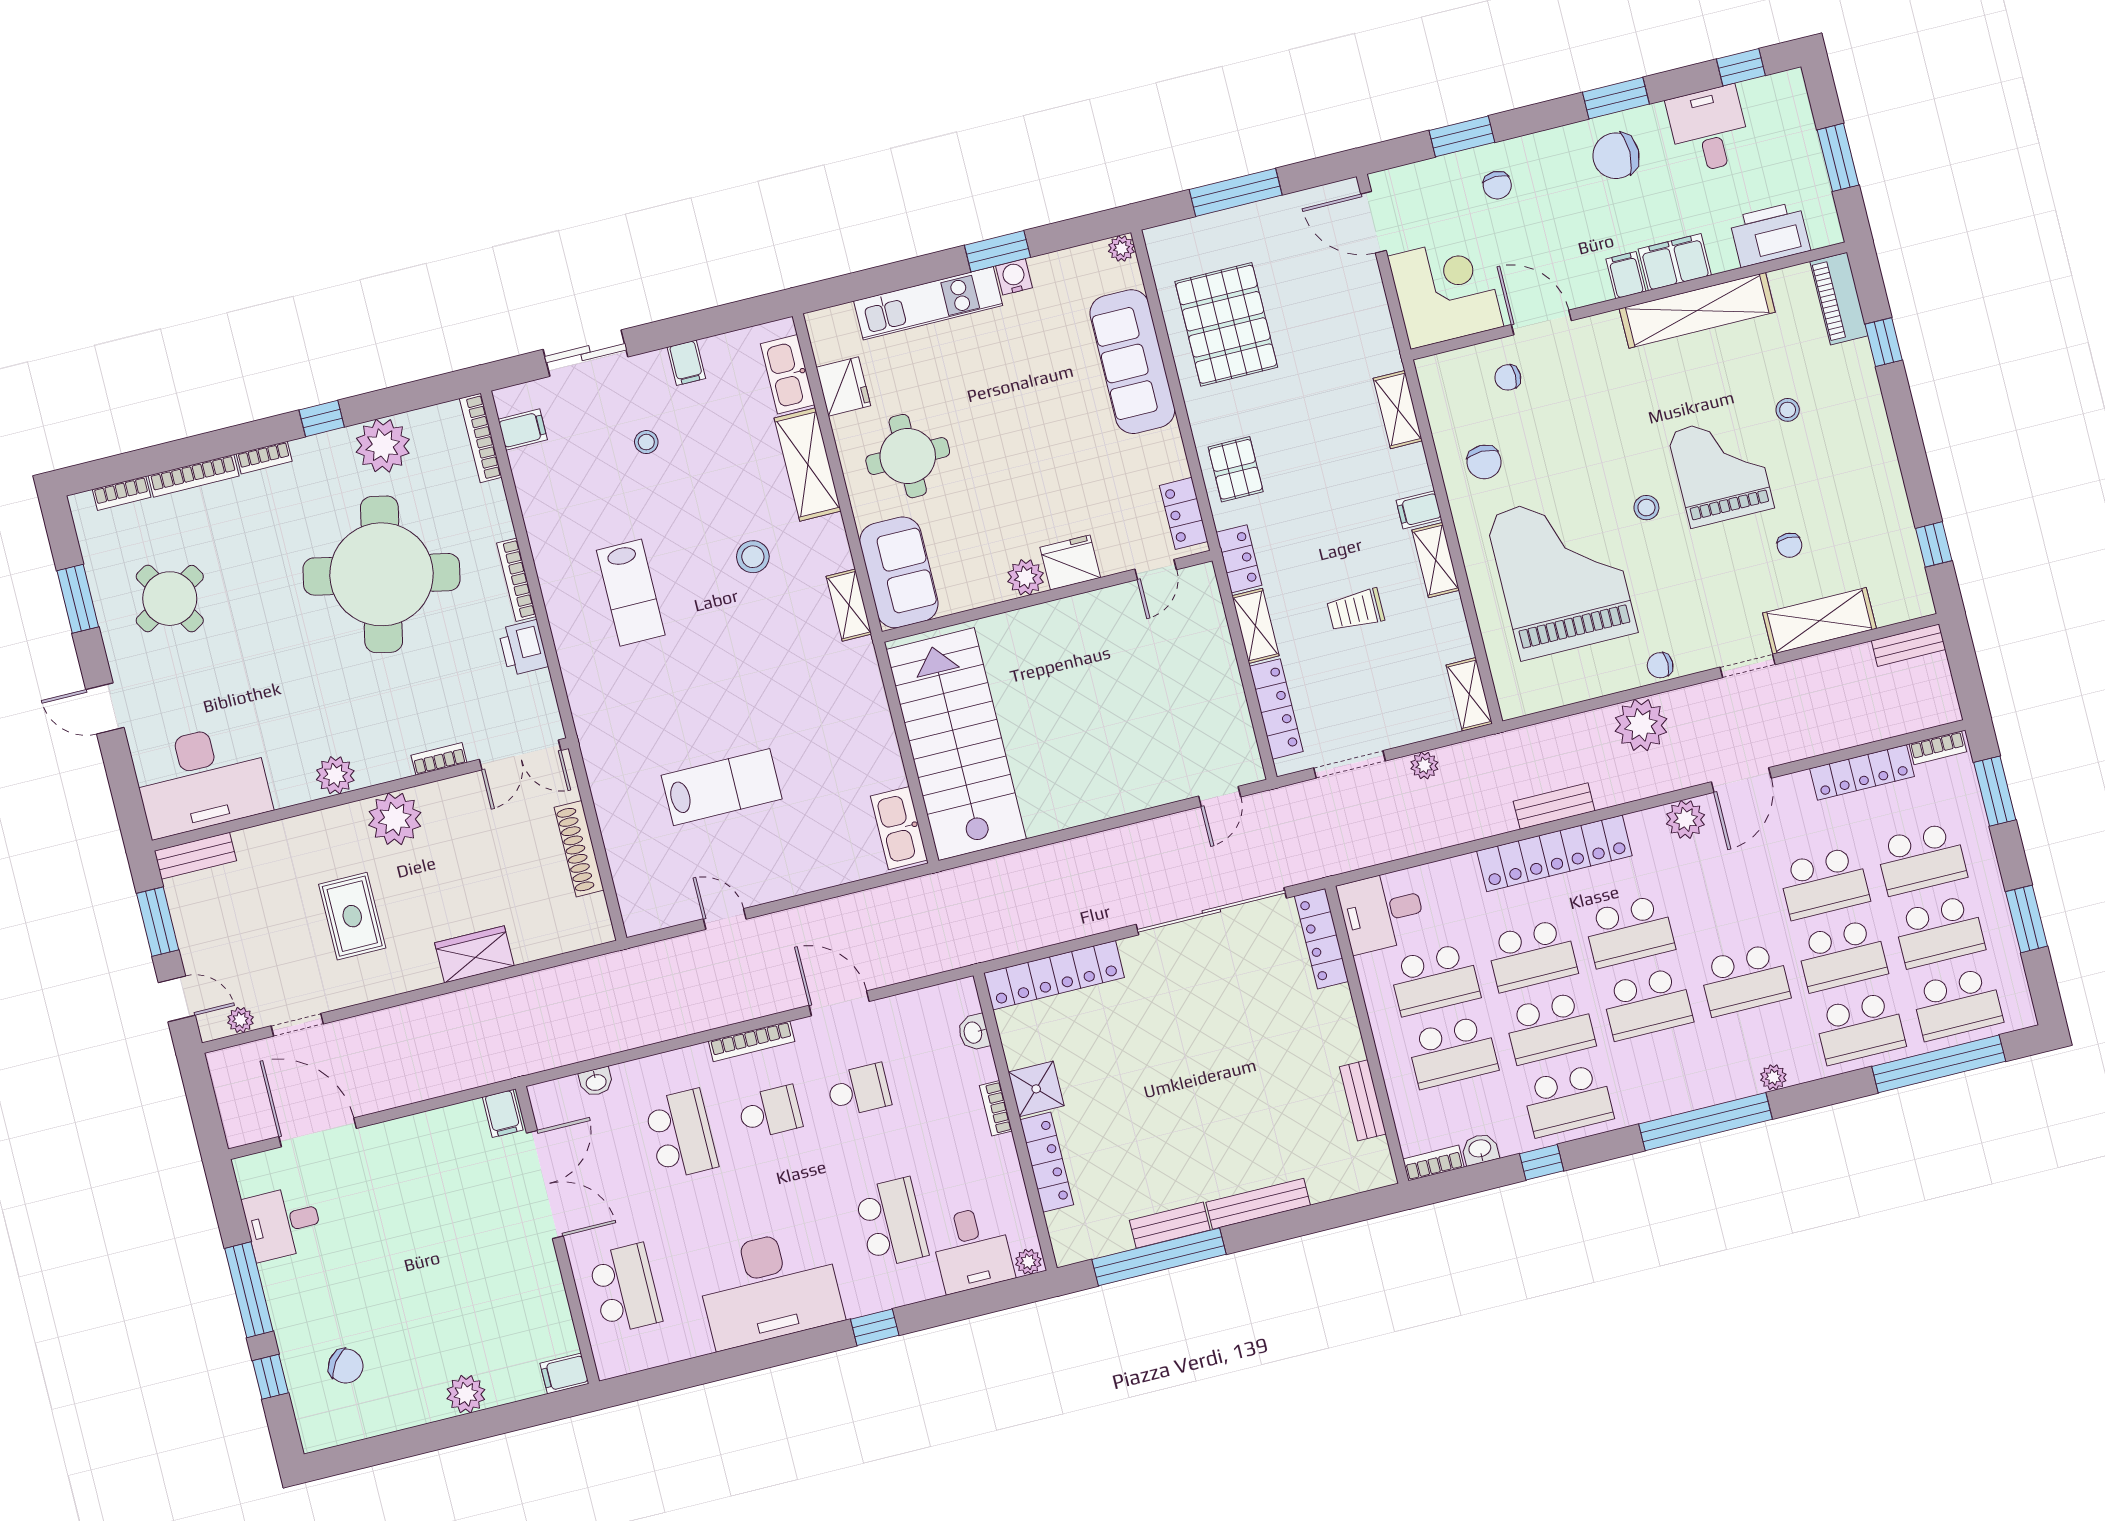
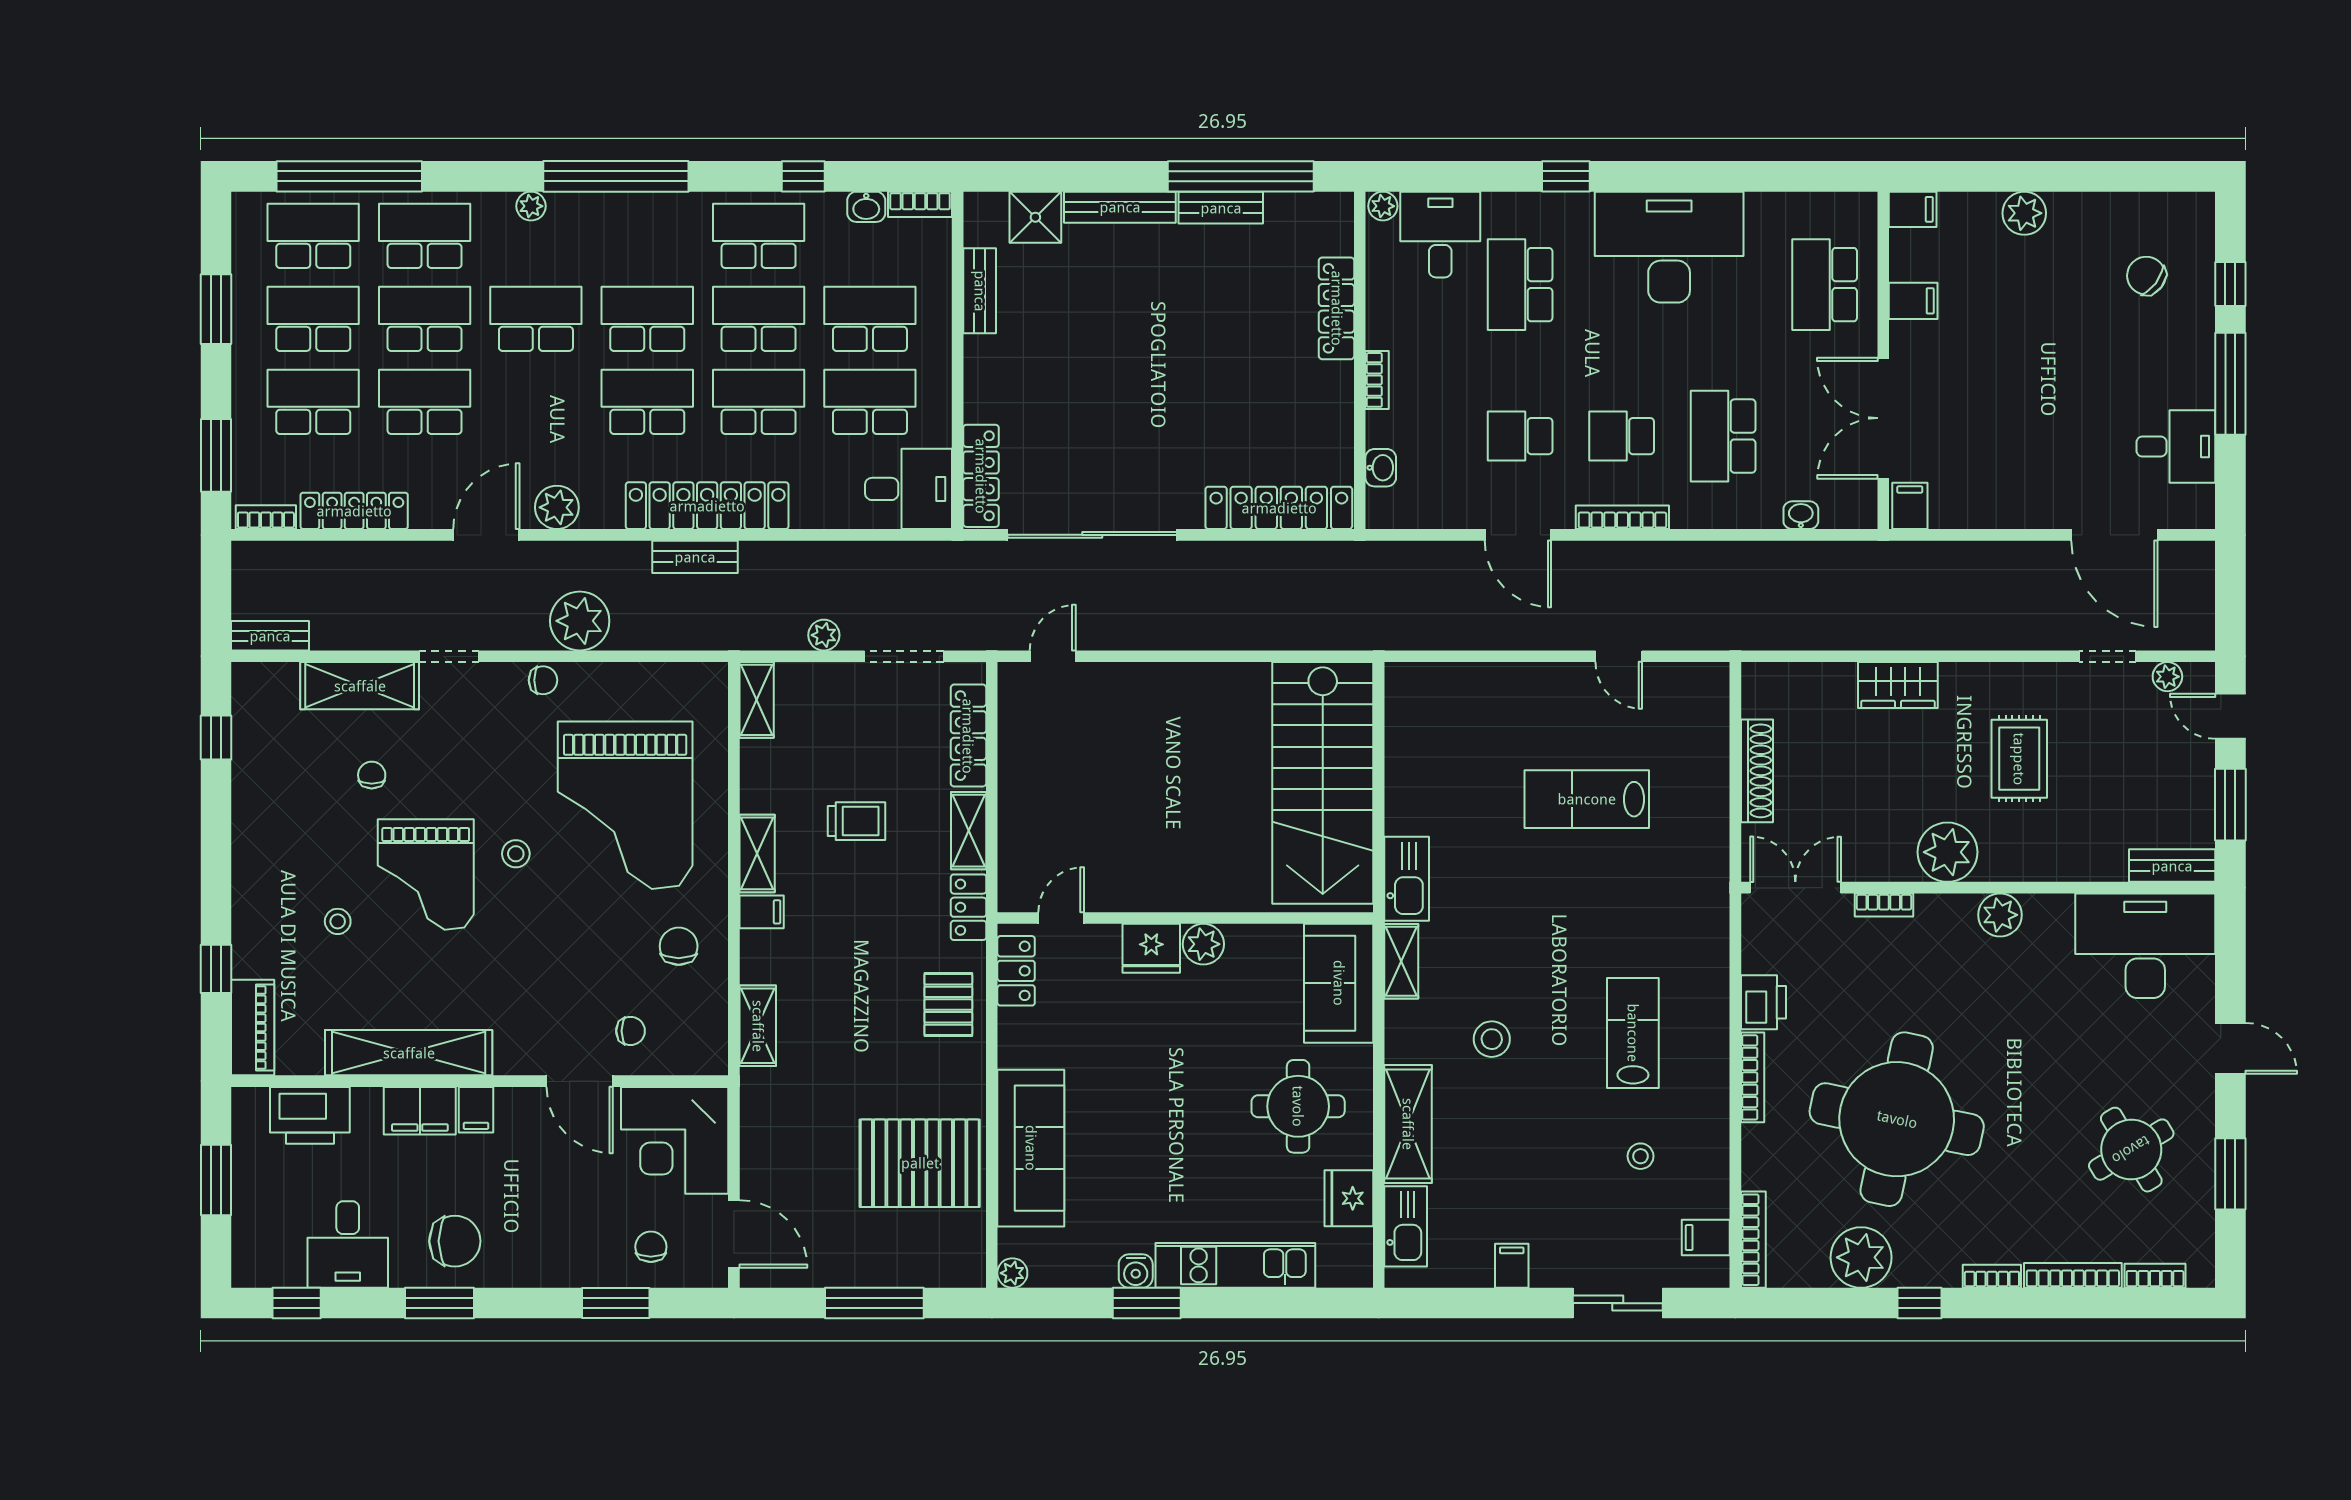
chair: (1497, 185) -> (651, 1247), moved
pallet: (1226, 324) -> (920, 1163), turned 90
stool: (646, 442) -> (1641, 1156), moved
kitchen sink: (899, 828) -> (1407, 879), moved
shower: (1036, 1089) -> (1035, 217), moved
filing cabinet: (544, 1293) -> (1913, 301), added

